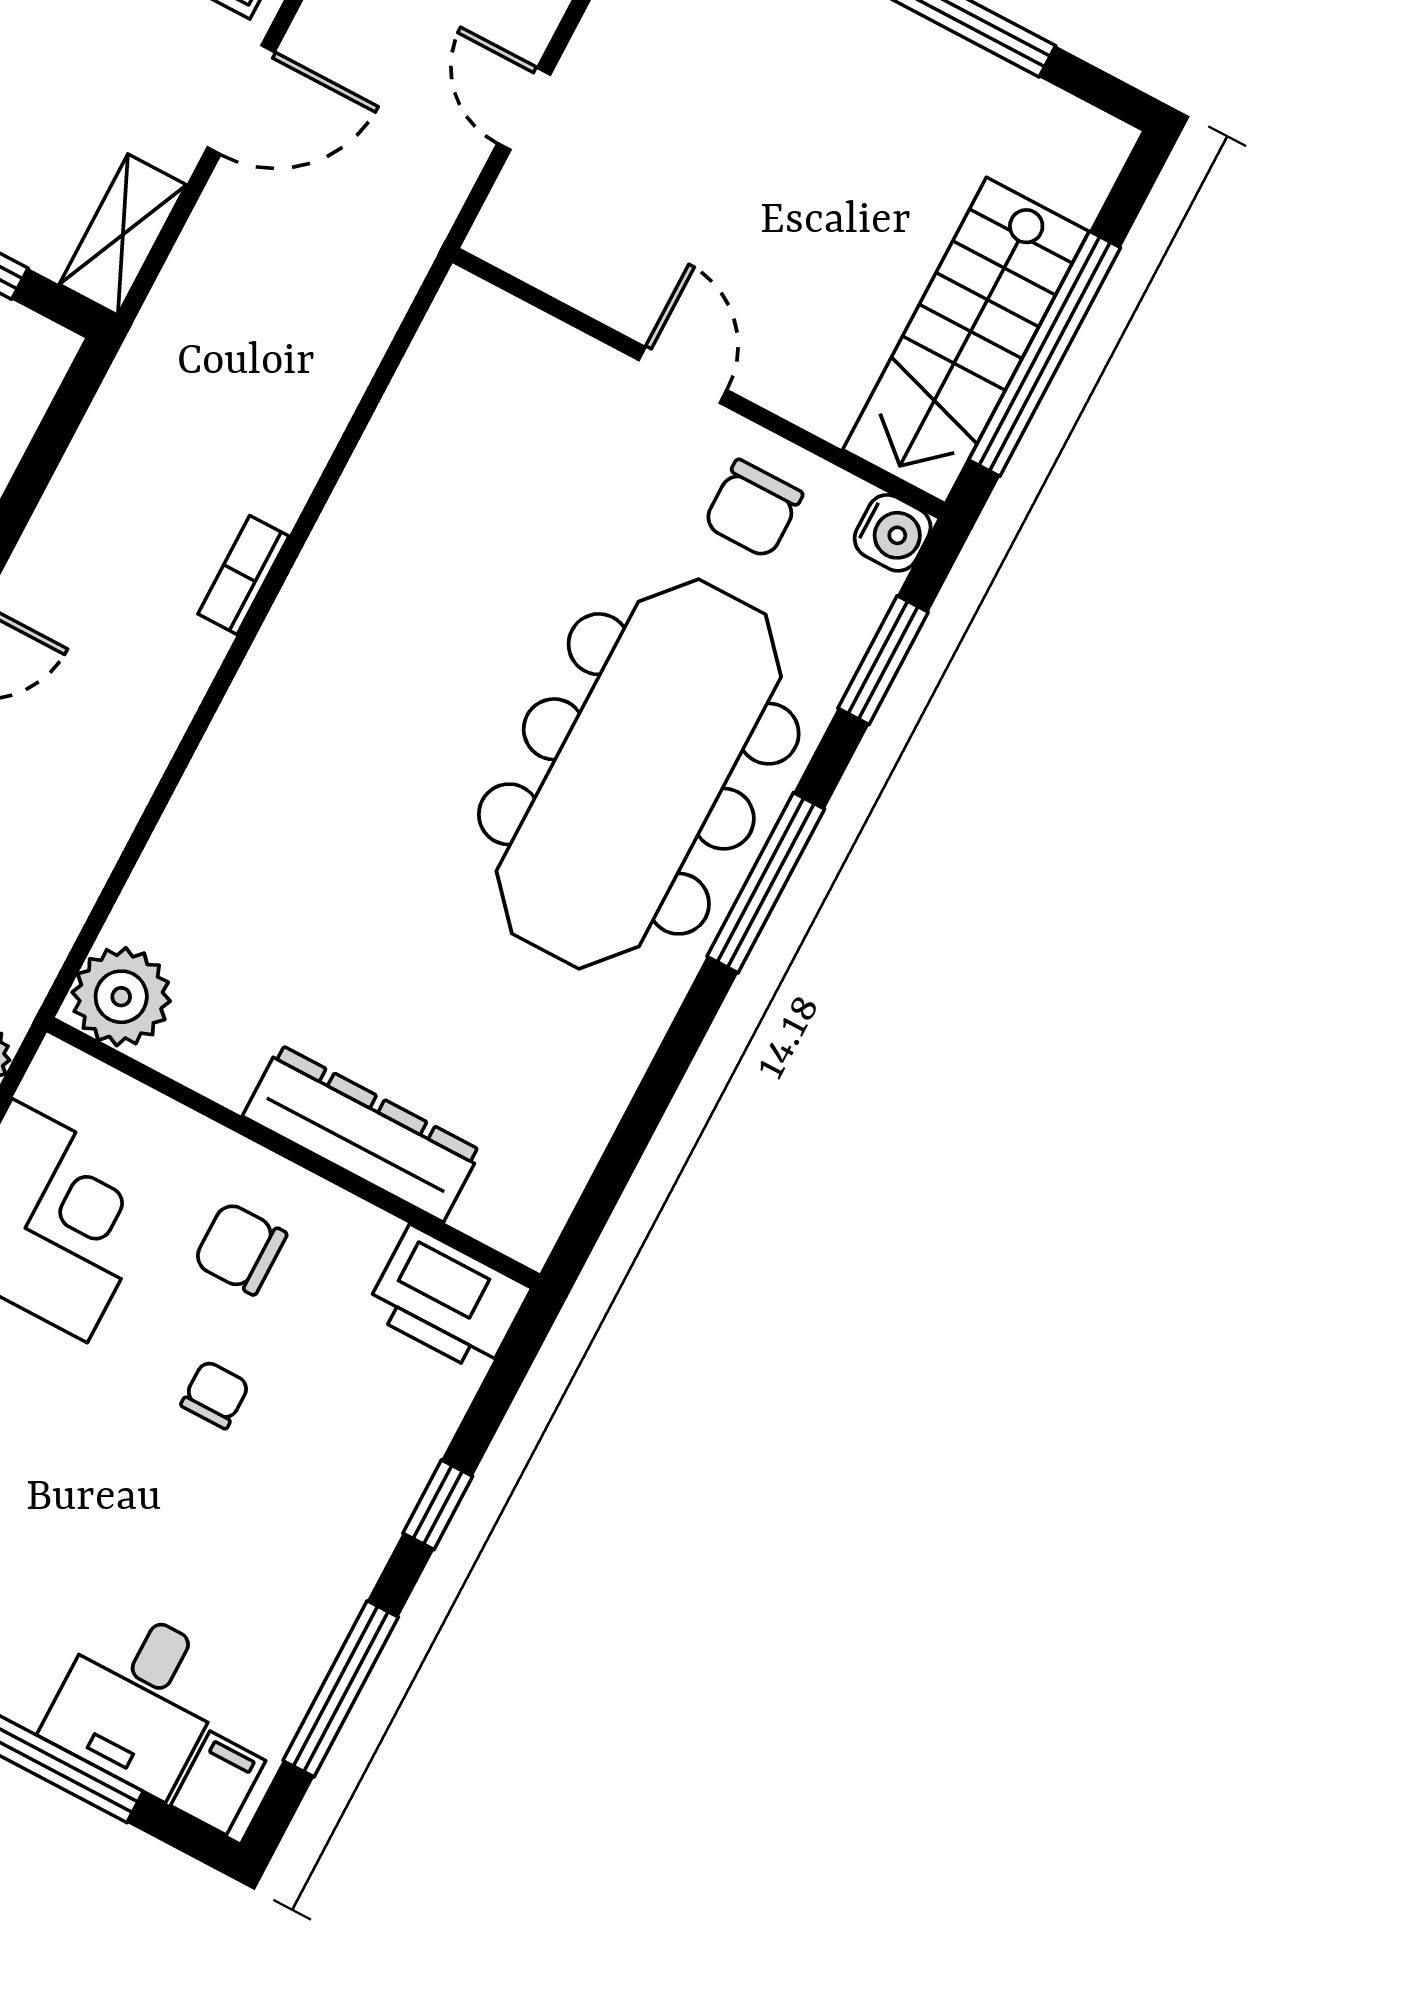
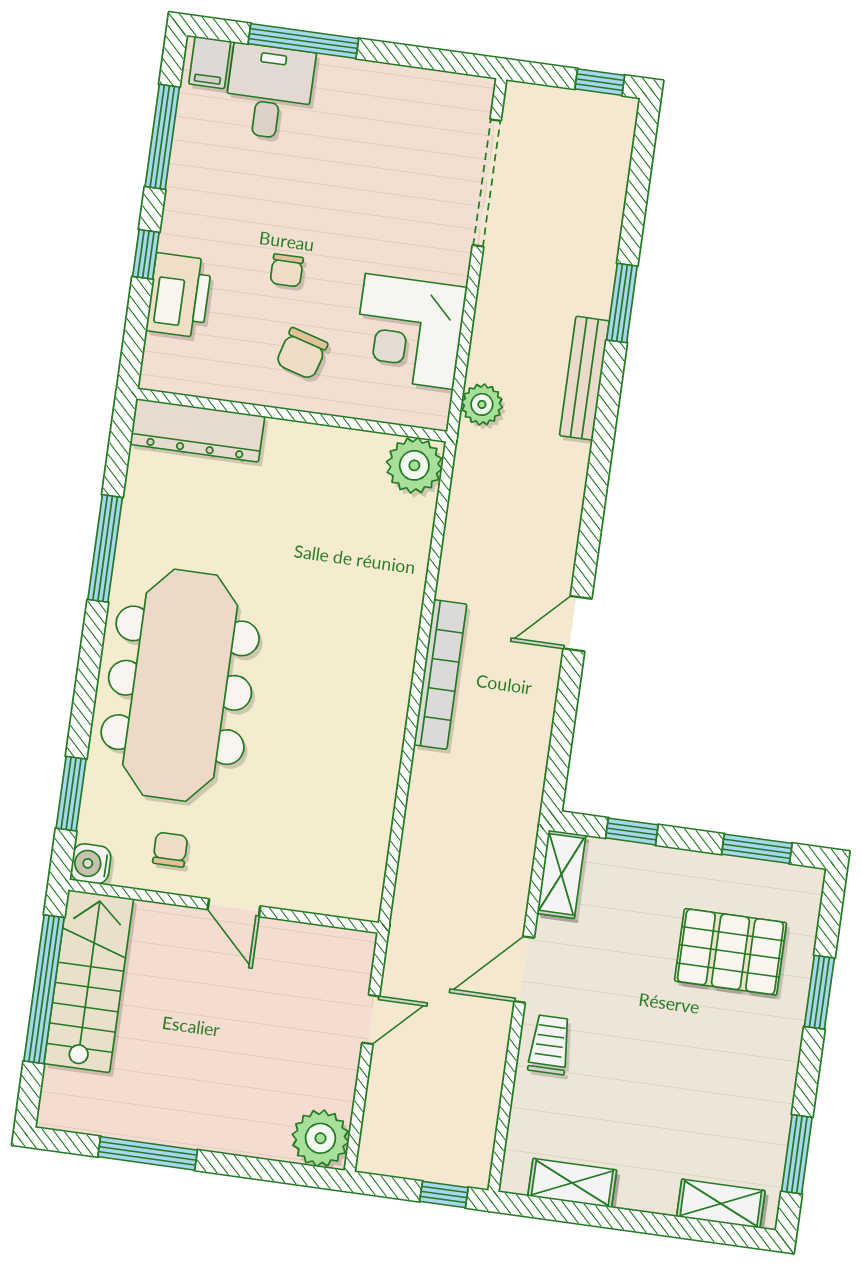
door: (524, 109) -> (371, 1020), hinge flipped
chair: (753, 509) -> (170, 850), width x0.73, depth x0.73
bookcase: (243, 575) -> (440, 674), width x2.31, depth x1.31
window: (766, 883) -> (105, 548), moved
dresser: (362, 1133) -> (197, 430), moved
chair: (240, 1248) -> (302, 354), turned 106
printer: (448, 1300) -> (179, 295), moved, turned 90

